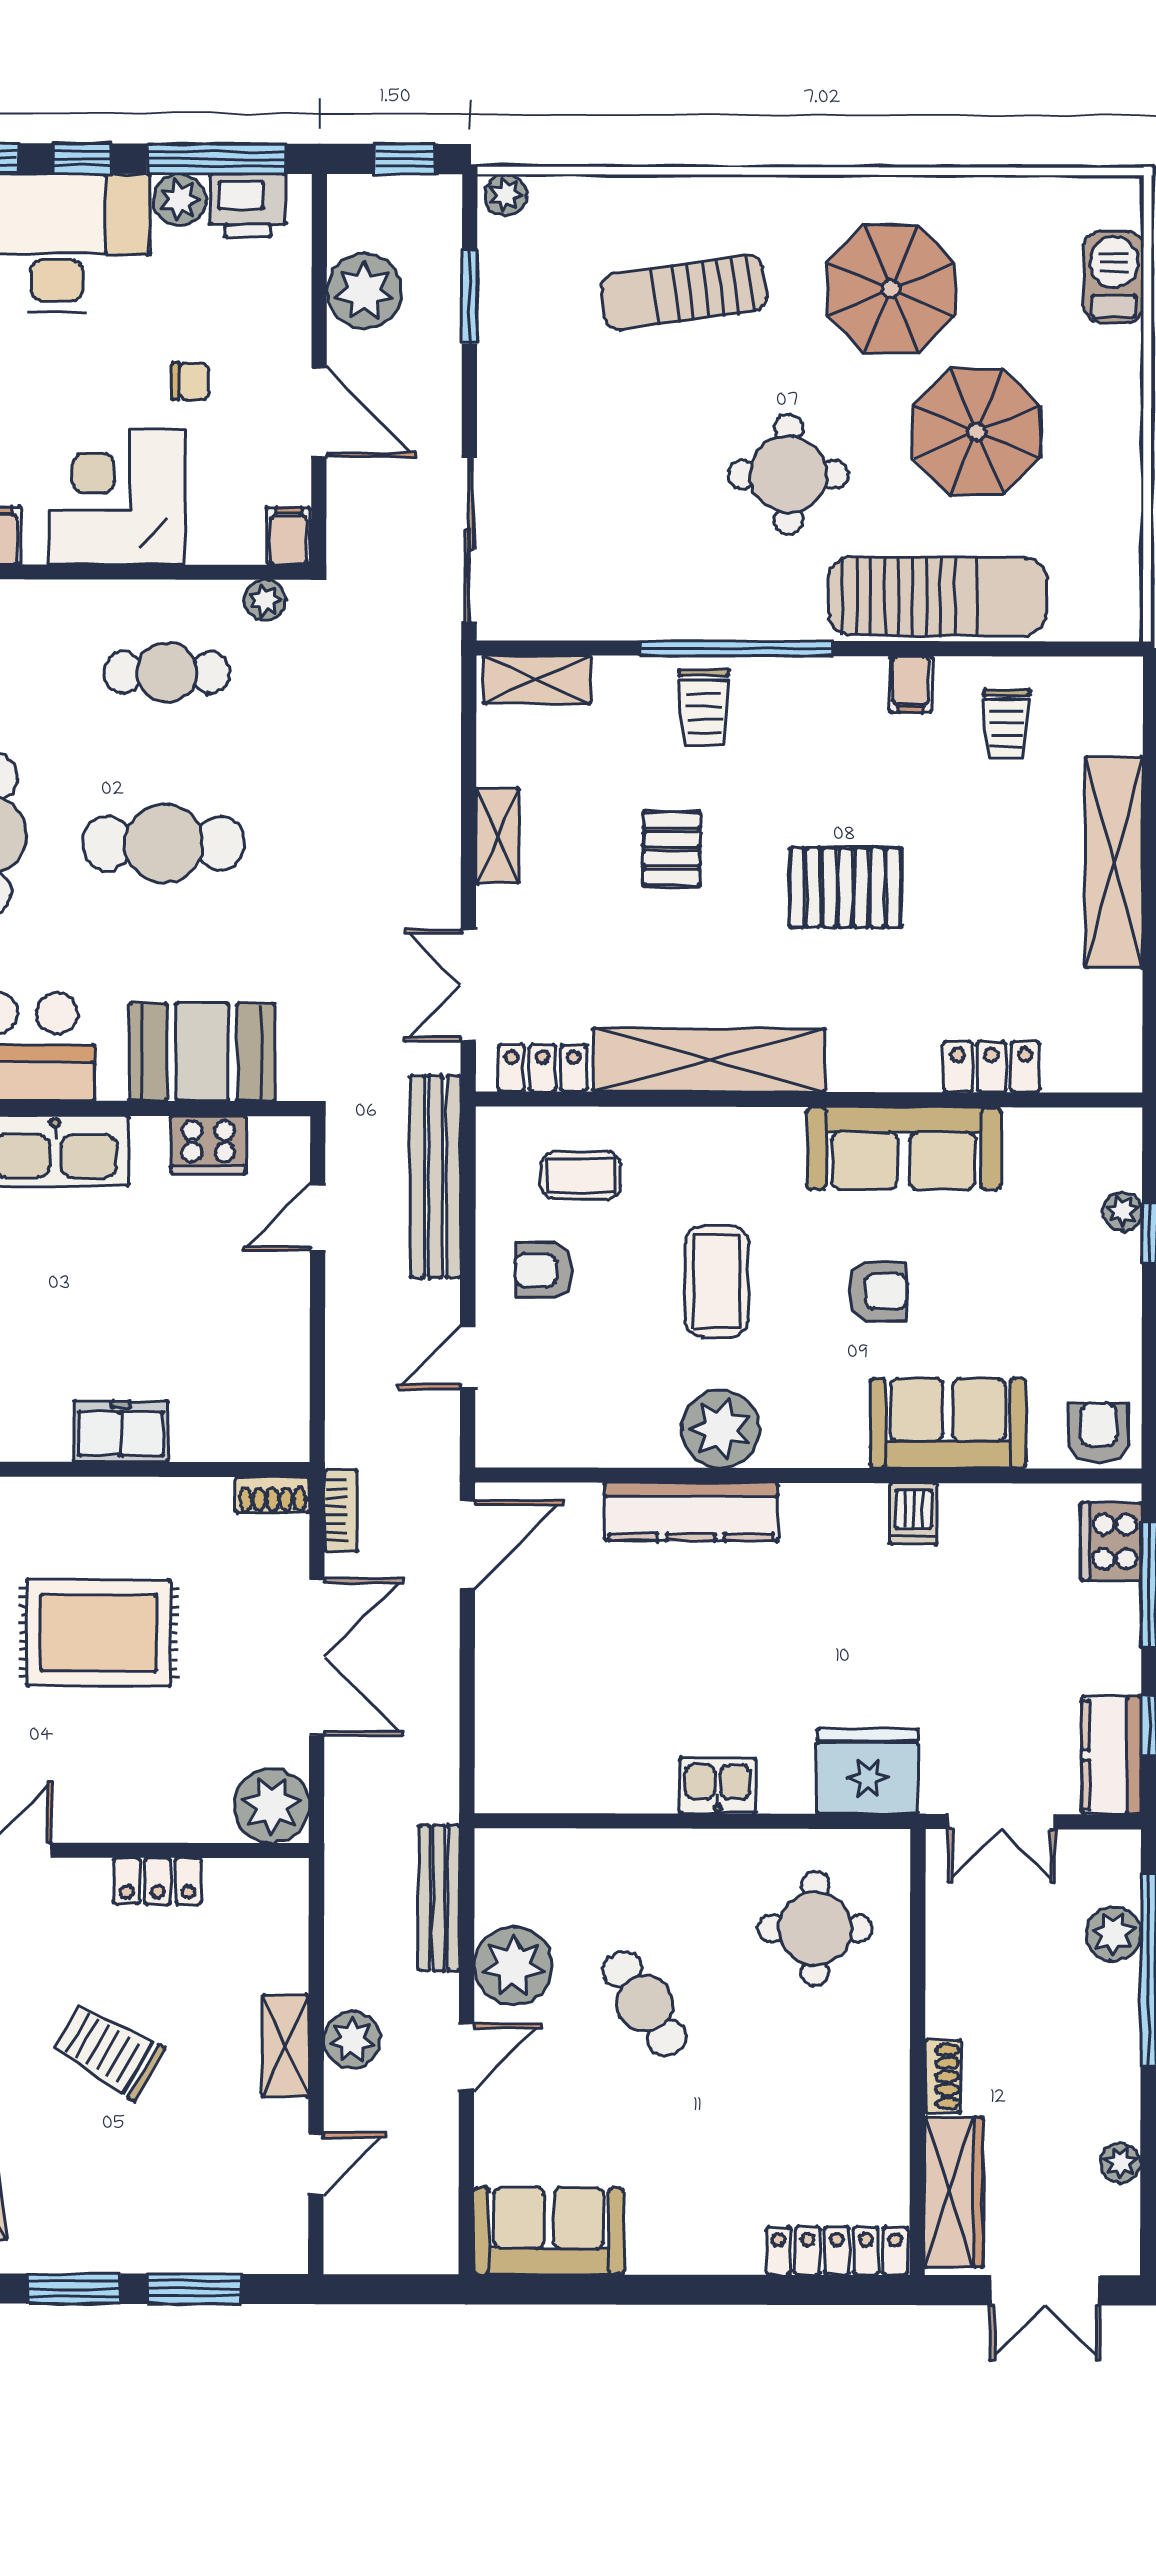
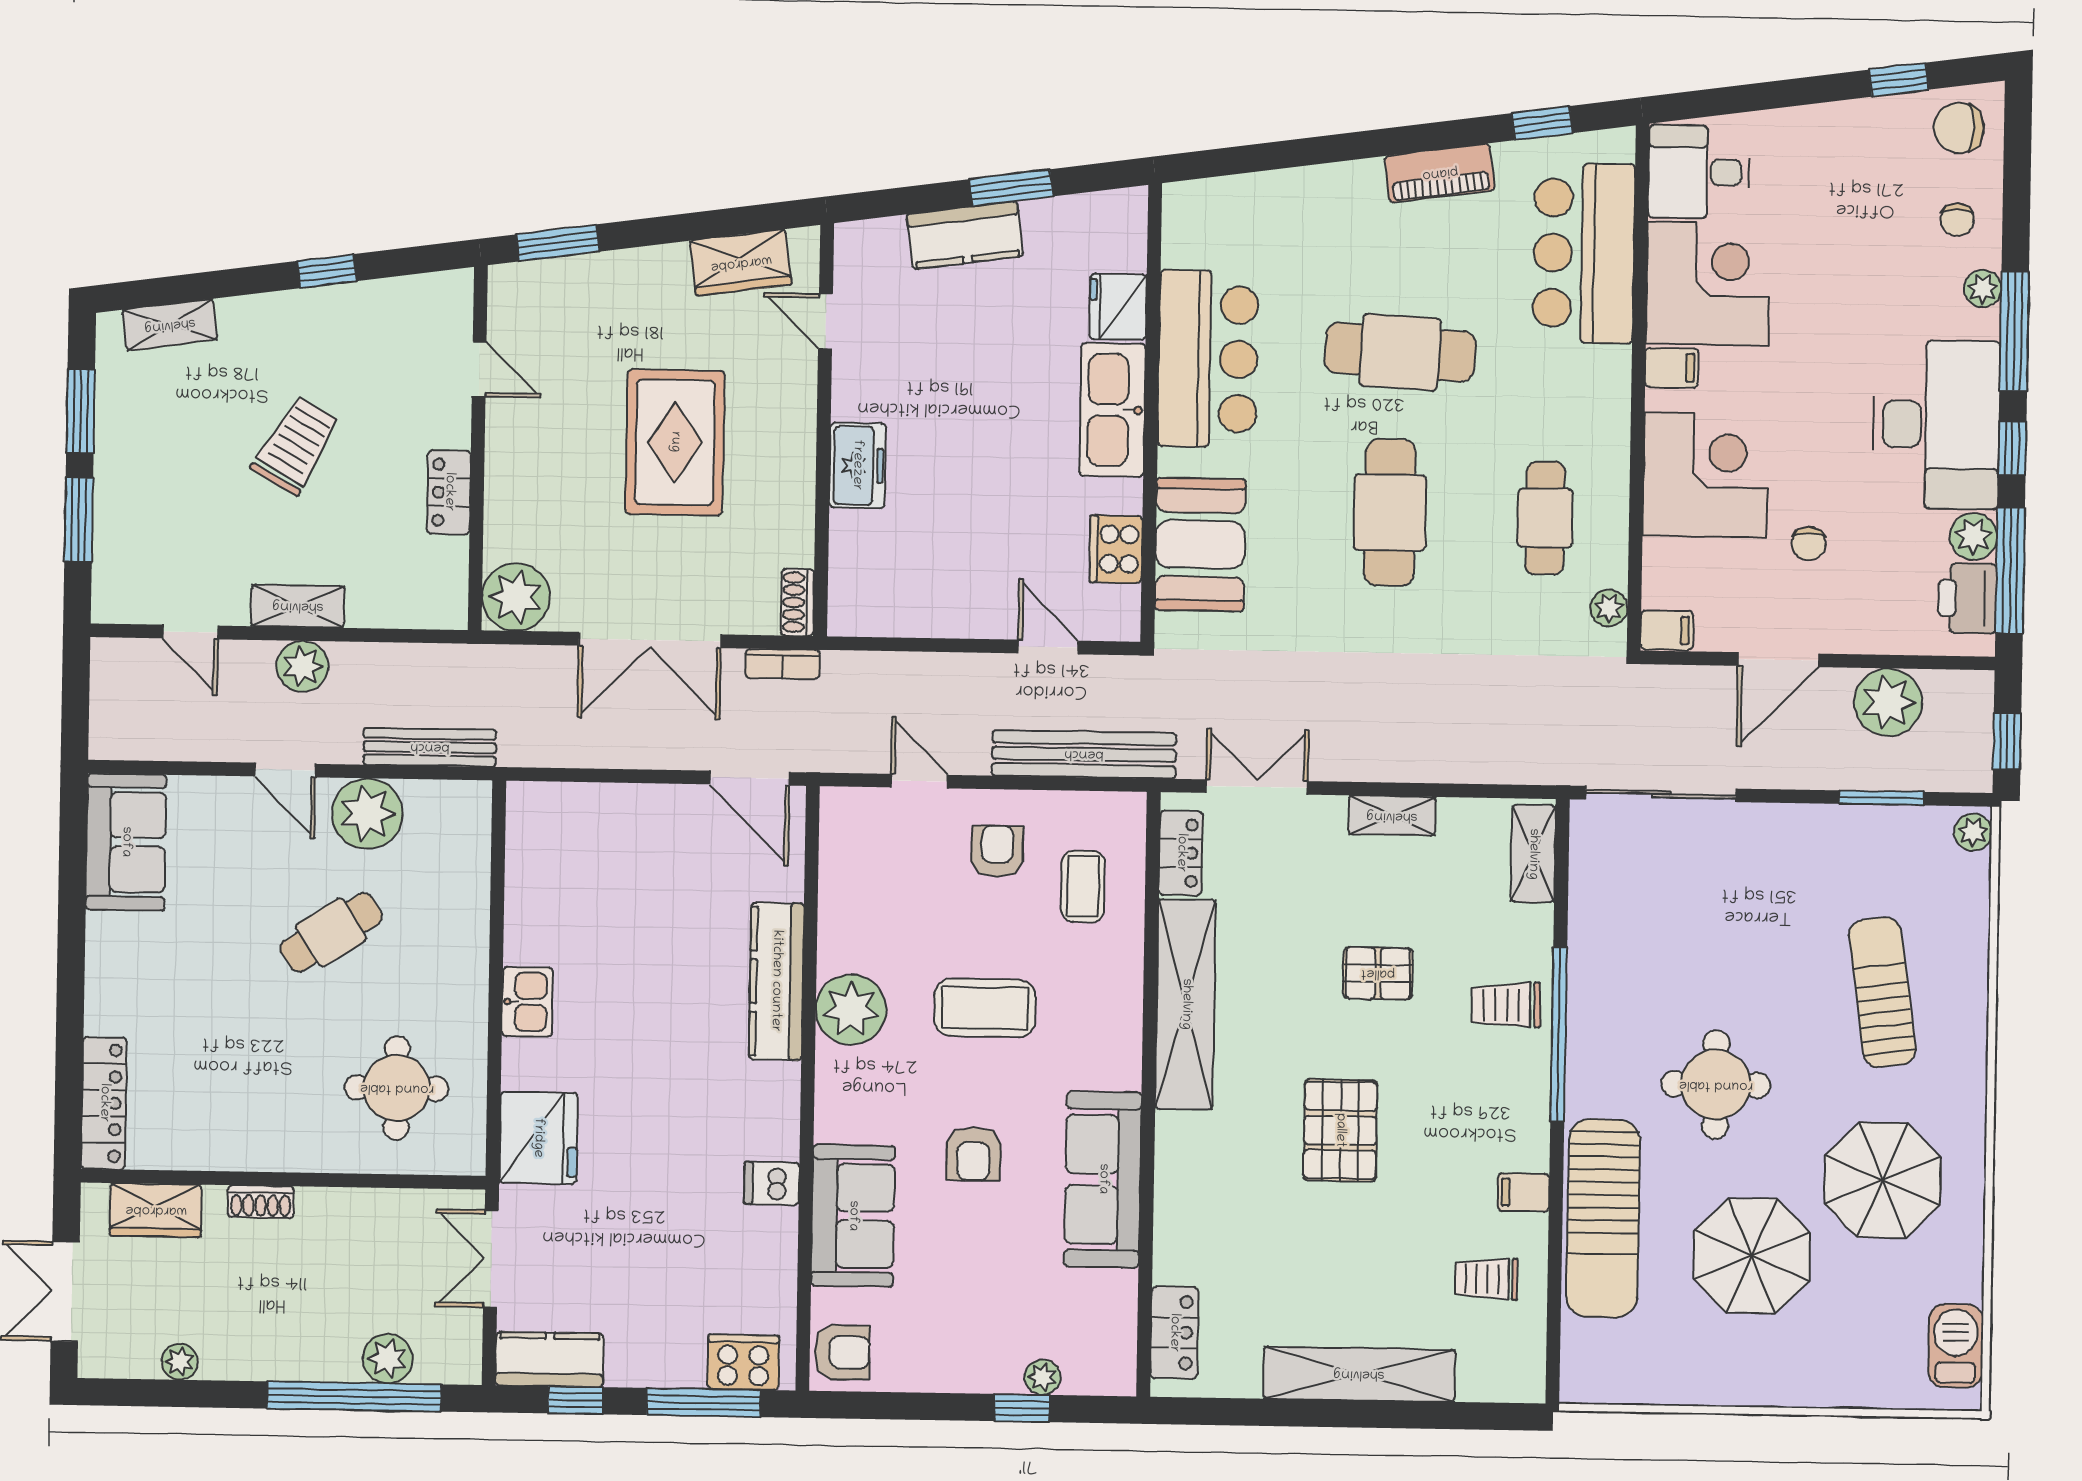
barbecue: (1114, 277) -> (1956, 1346), moved, turned -90
locker: (992, 1067) -> (1174, 1333), moved
wardrobe: (954, 2192) -> (156, 1210), width x0.67

